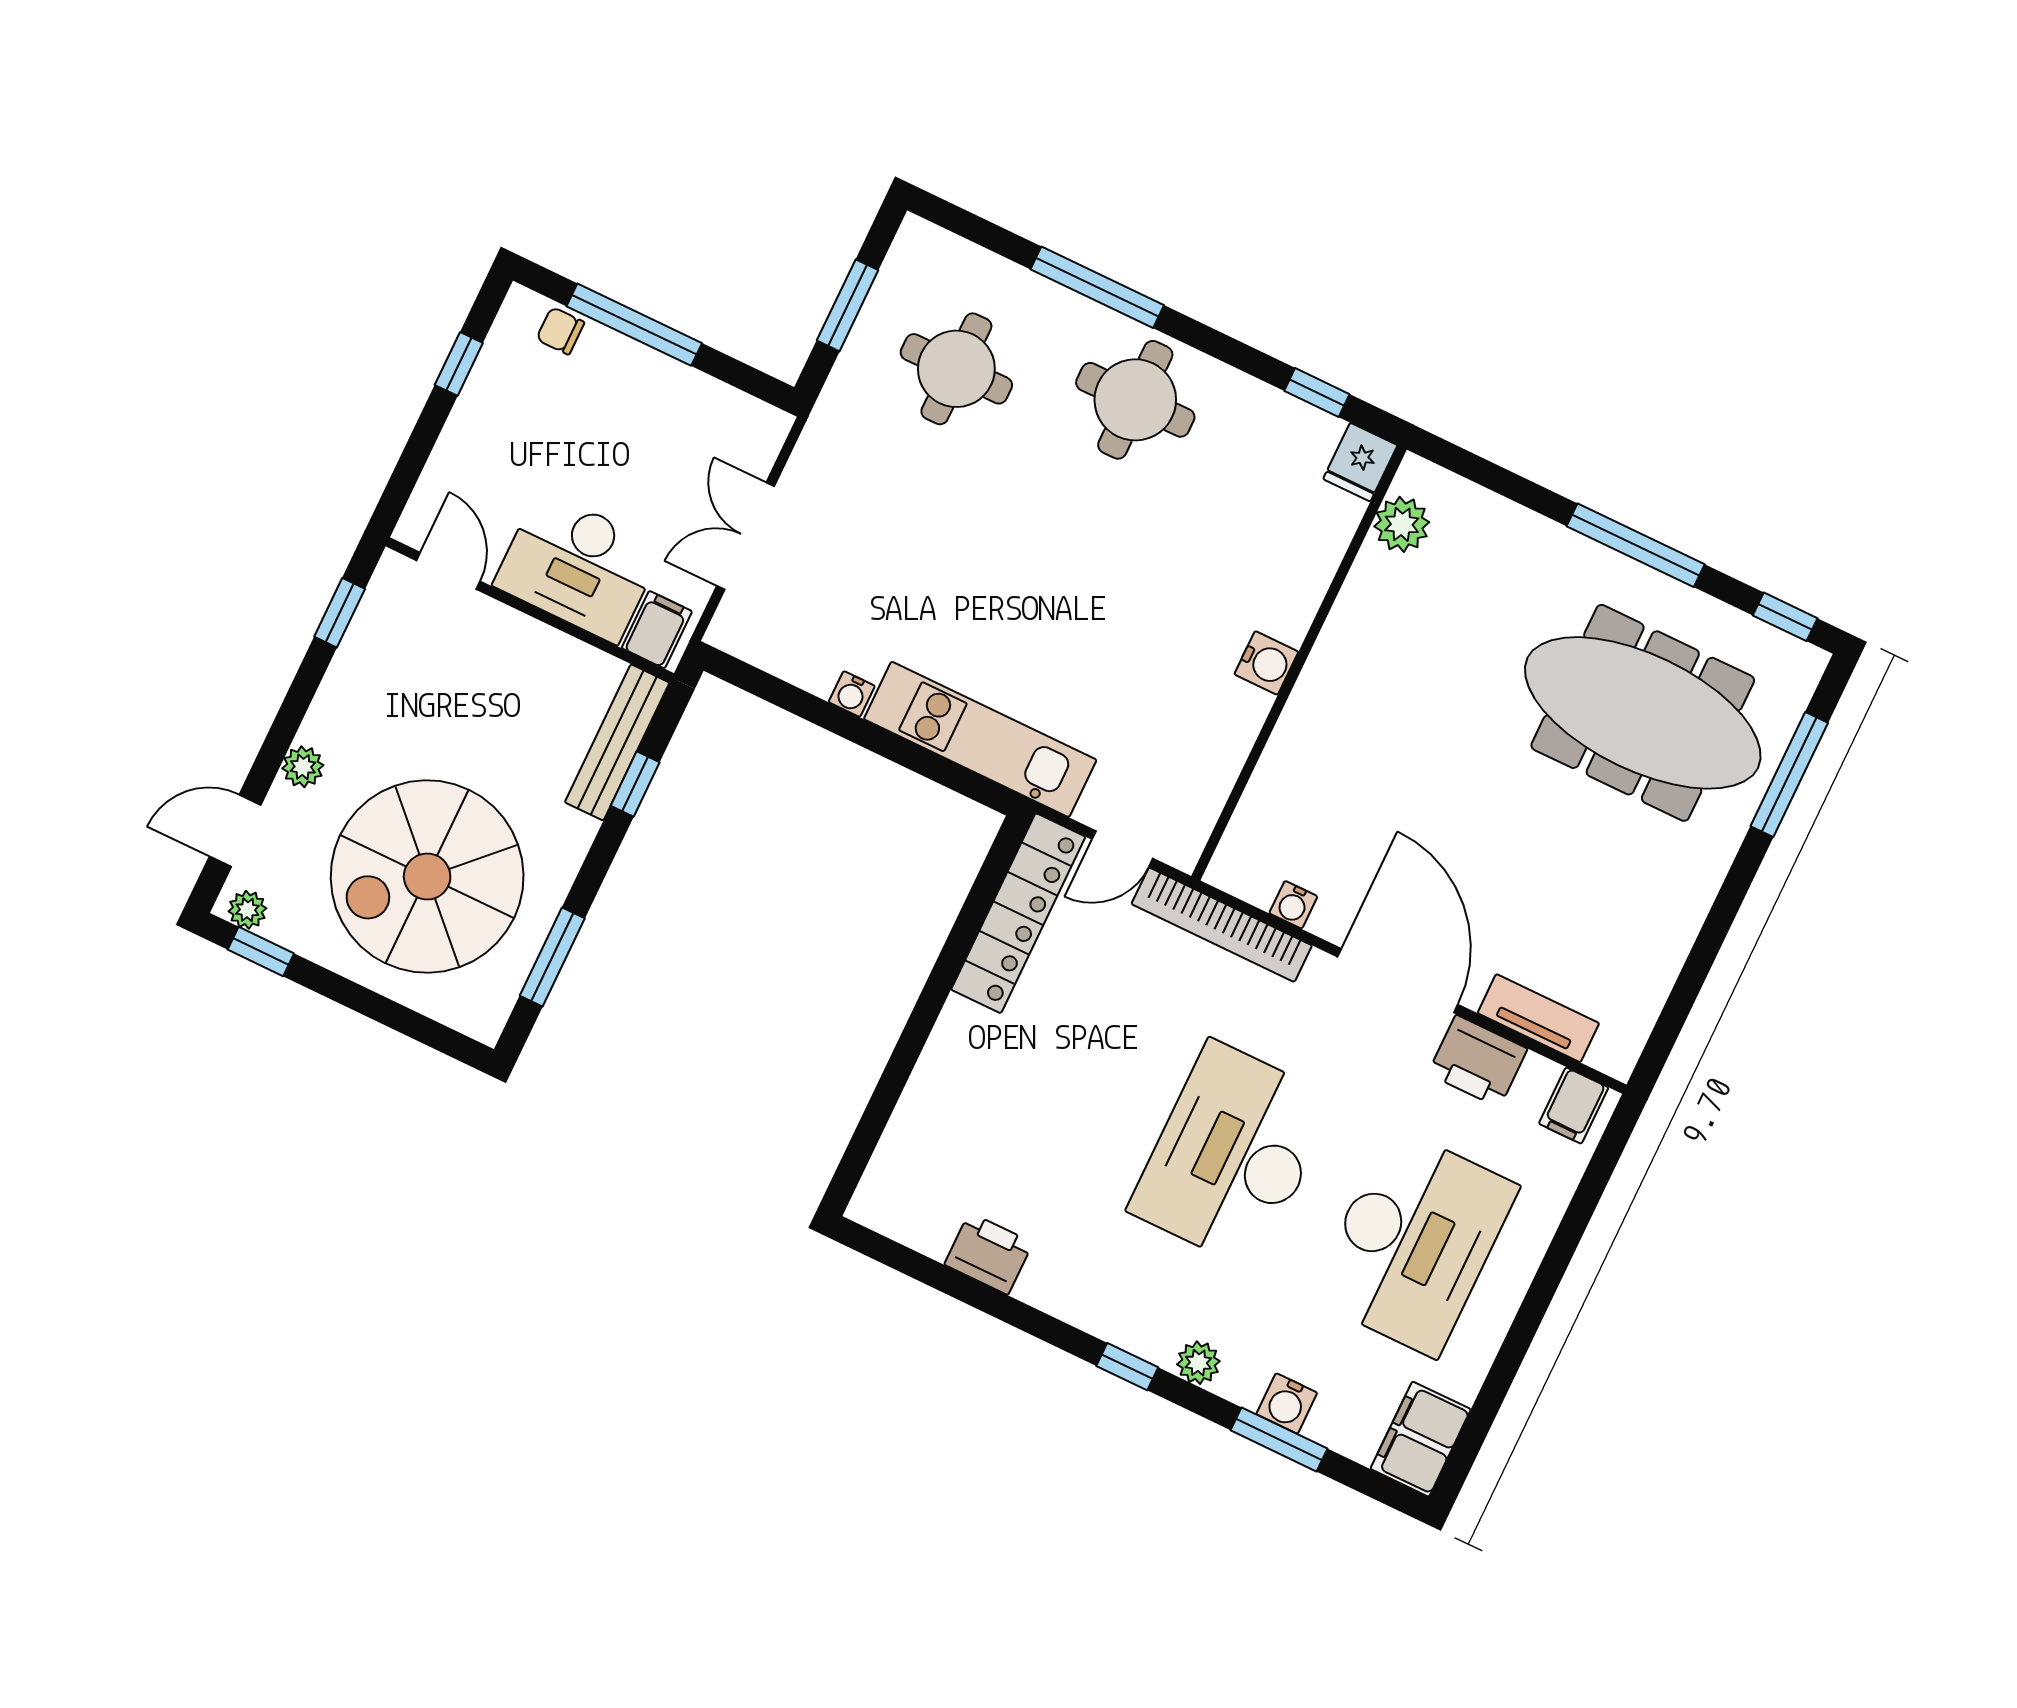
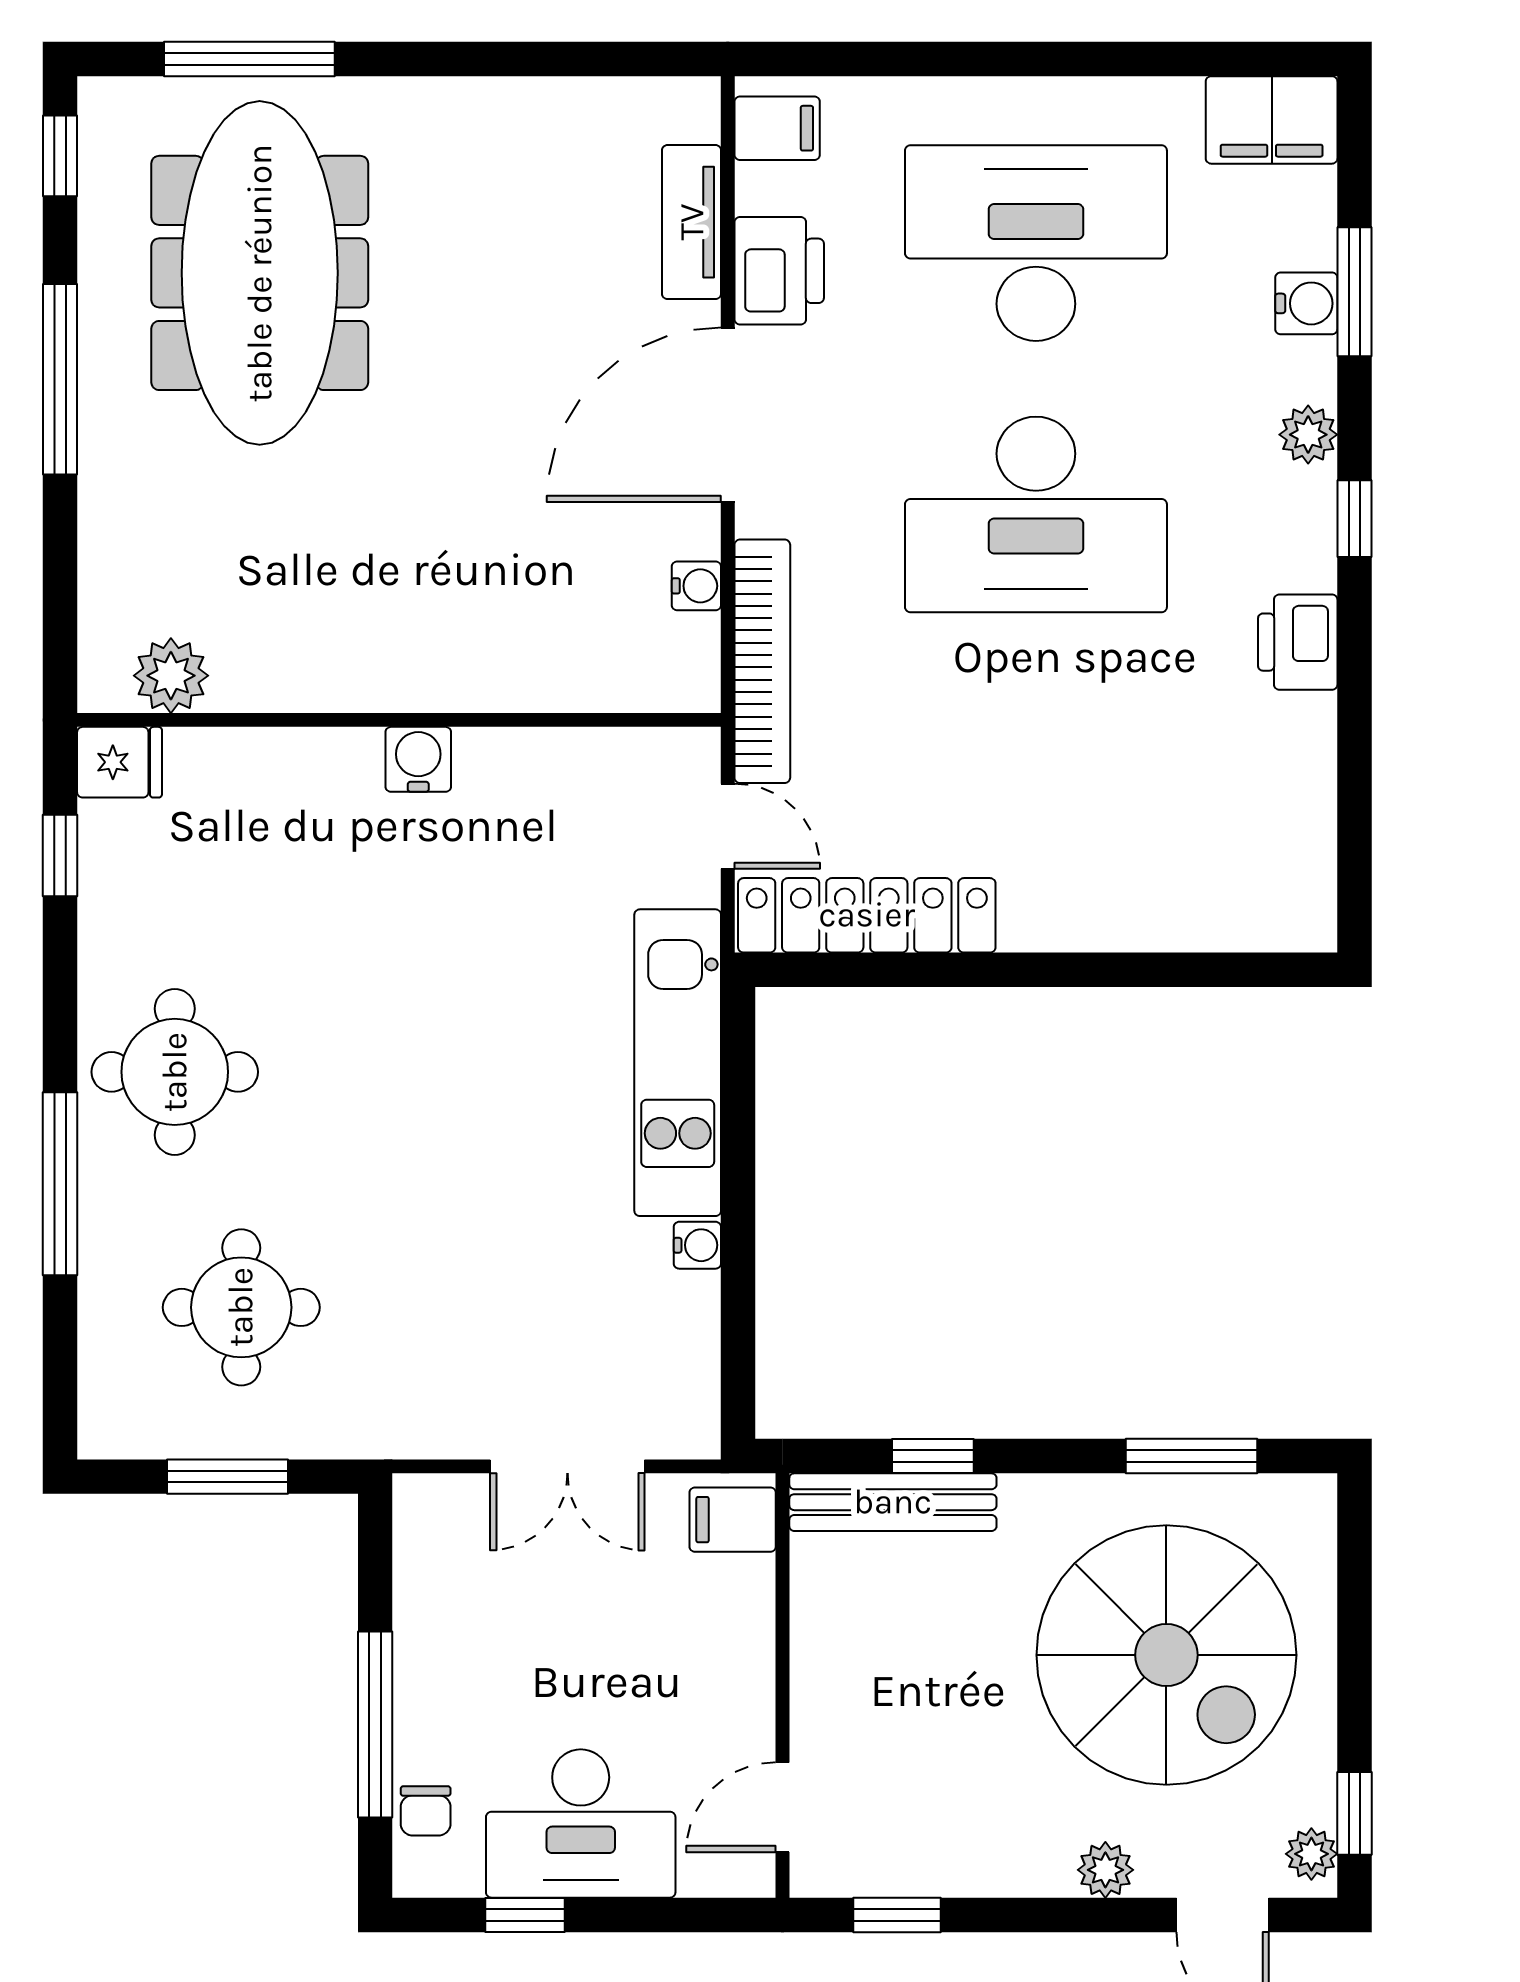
desk: (578, 566) -> (581, 1823), moved, turned 90
printer: (989, 1254) -> (1298, 642), moved

